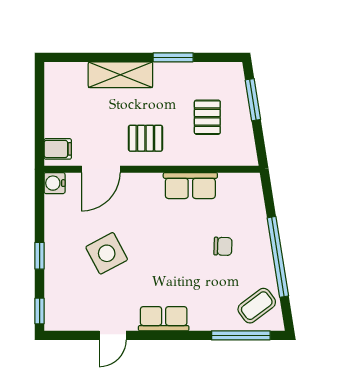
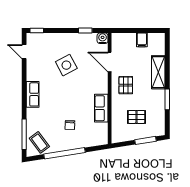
filing cabinet: (58, 149) -> (142, 40), moved
window: (40, 256) -> (85, 30), moved
door: (113, 335) -> (24, 52), moved

